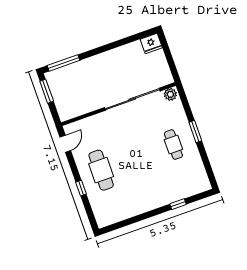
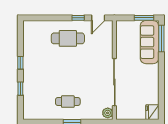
sofa: (72, 75) -> (150, 42), added
door: (65, 144) -> (98, 18), hinge flipped
window: (81, 188) -> (78, 18), moved
window: (148, 215) -> (20, 63), added

